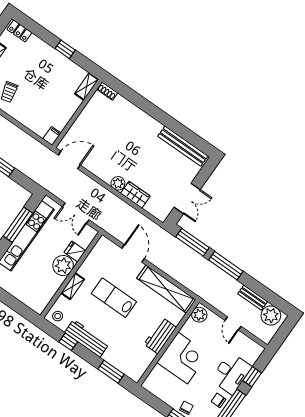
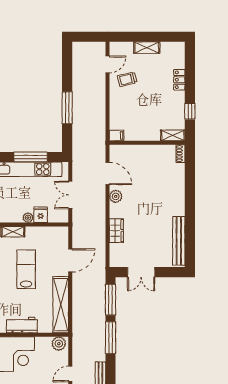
locker: (19, 31) -> (179, 80), moved
window: (65, 49) -> (190, 111), moved
door: (69, 160) -> (107, 173), moved
plant: (118, 183) -> (116, 196), moved
plant: (63, 266) -> (28, 218), width x0.53, depth x0.53

